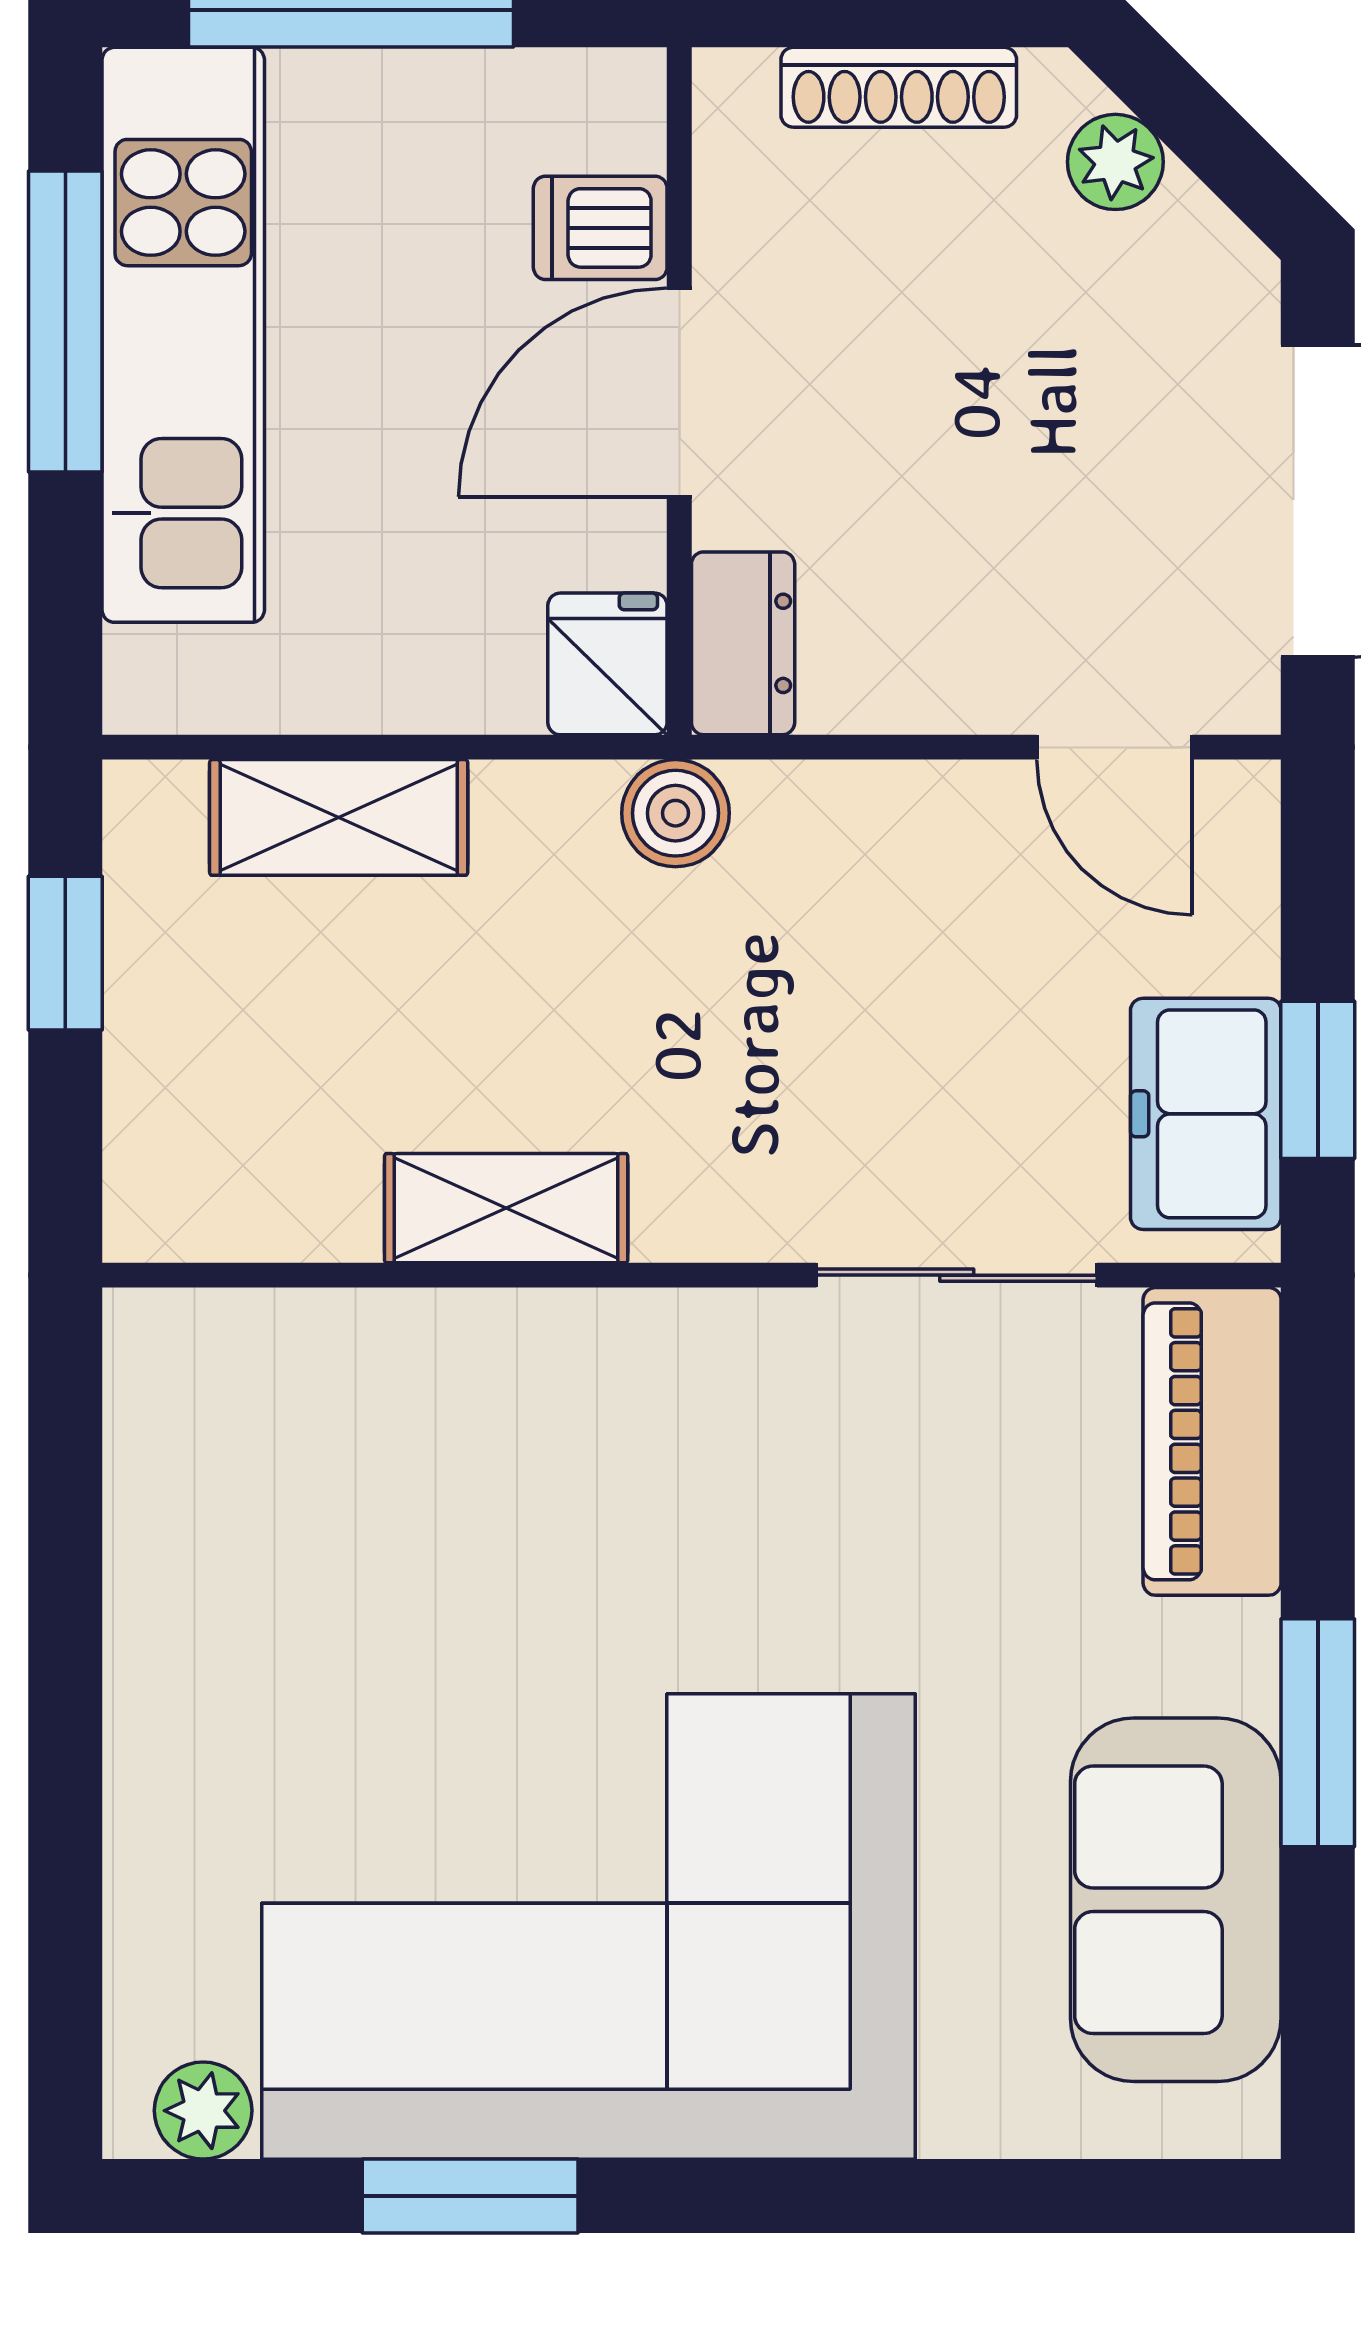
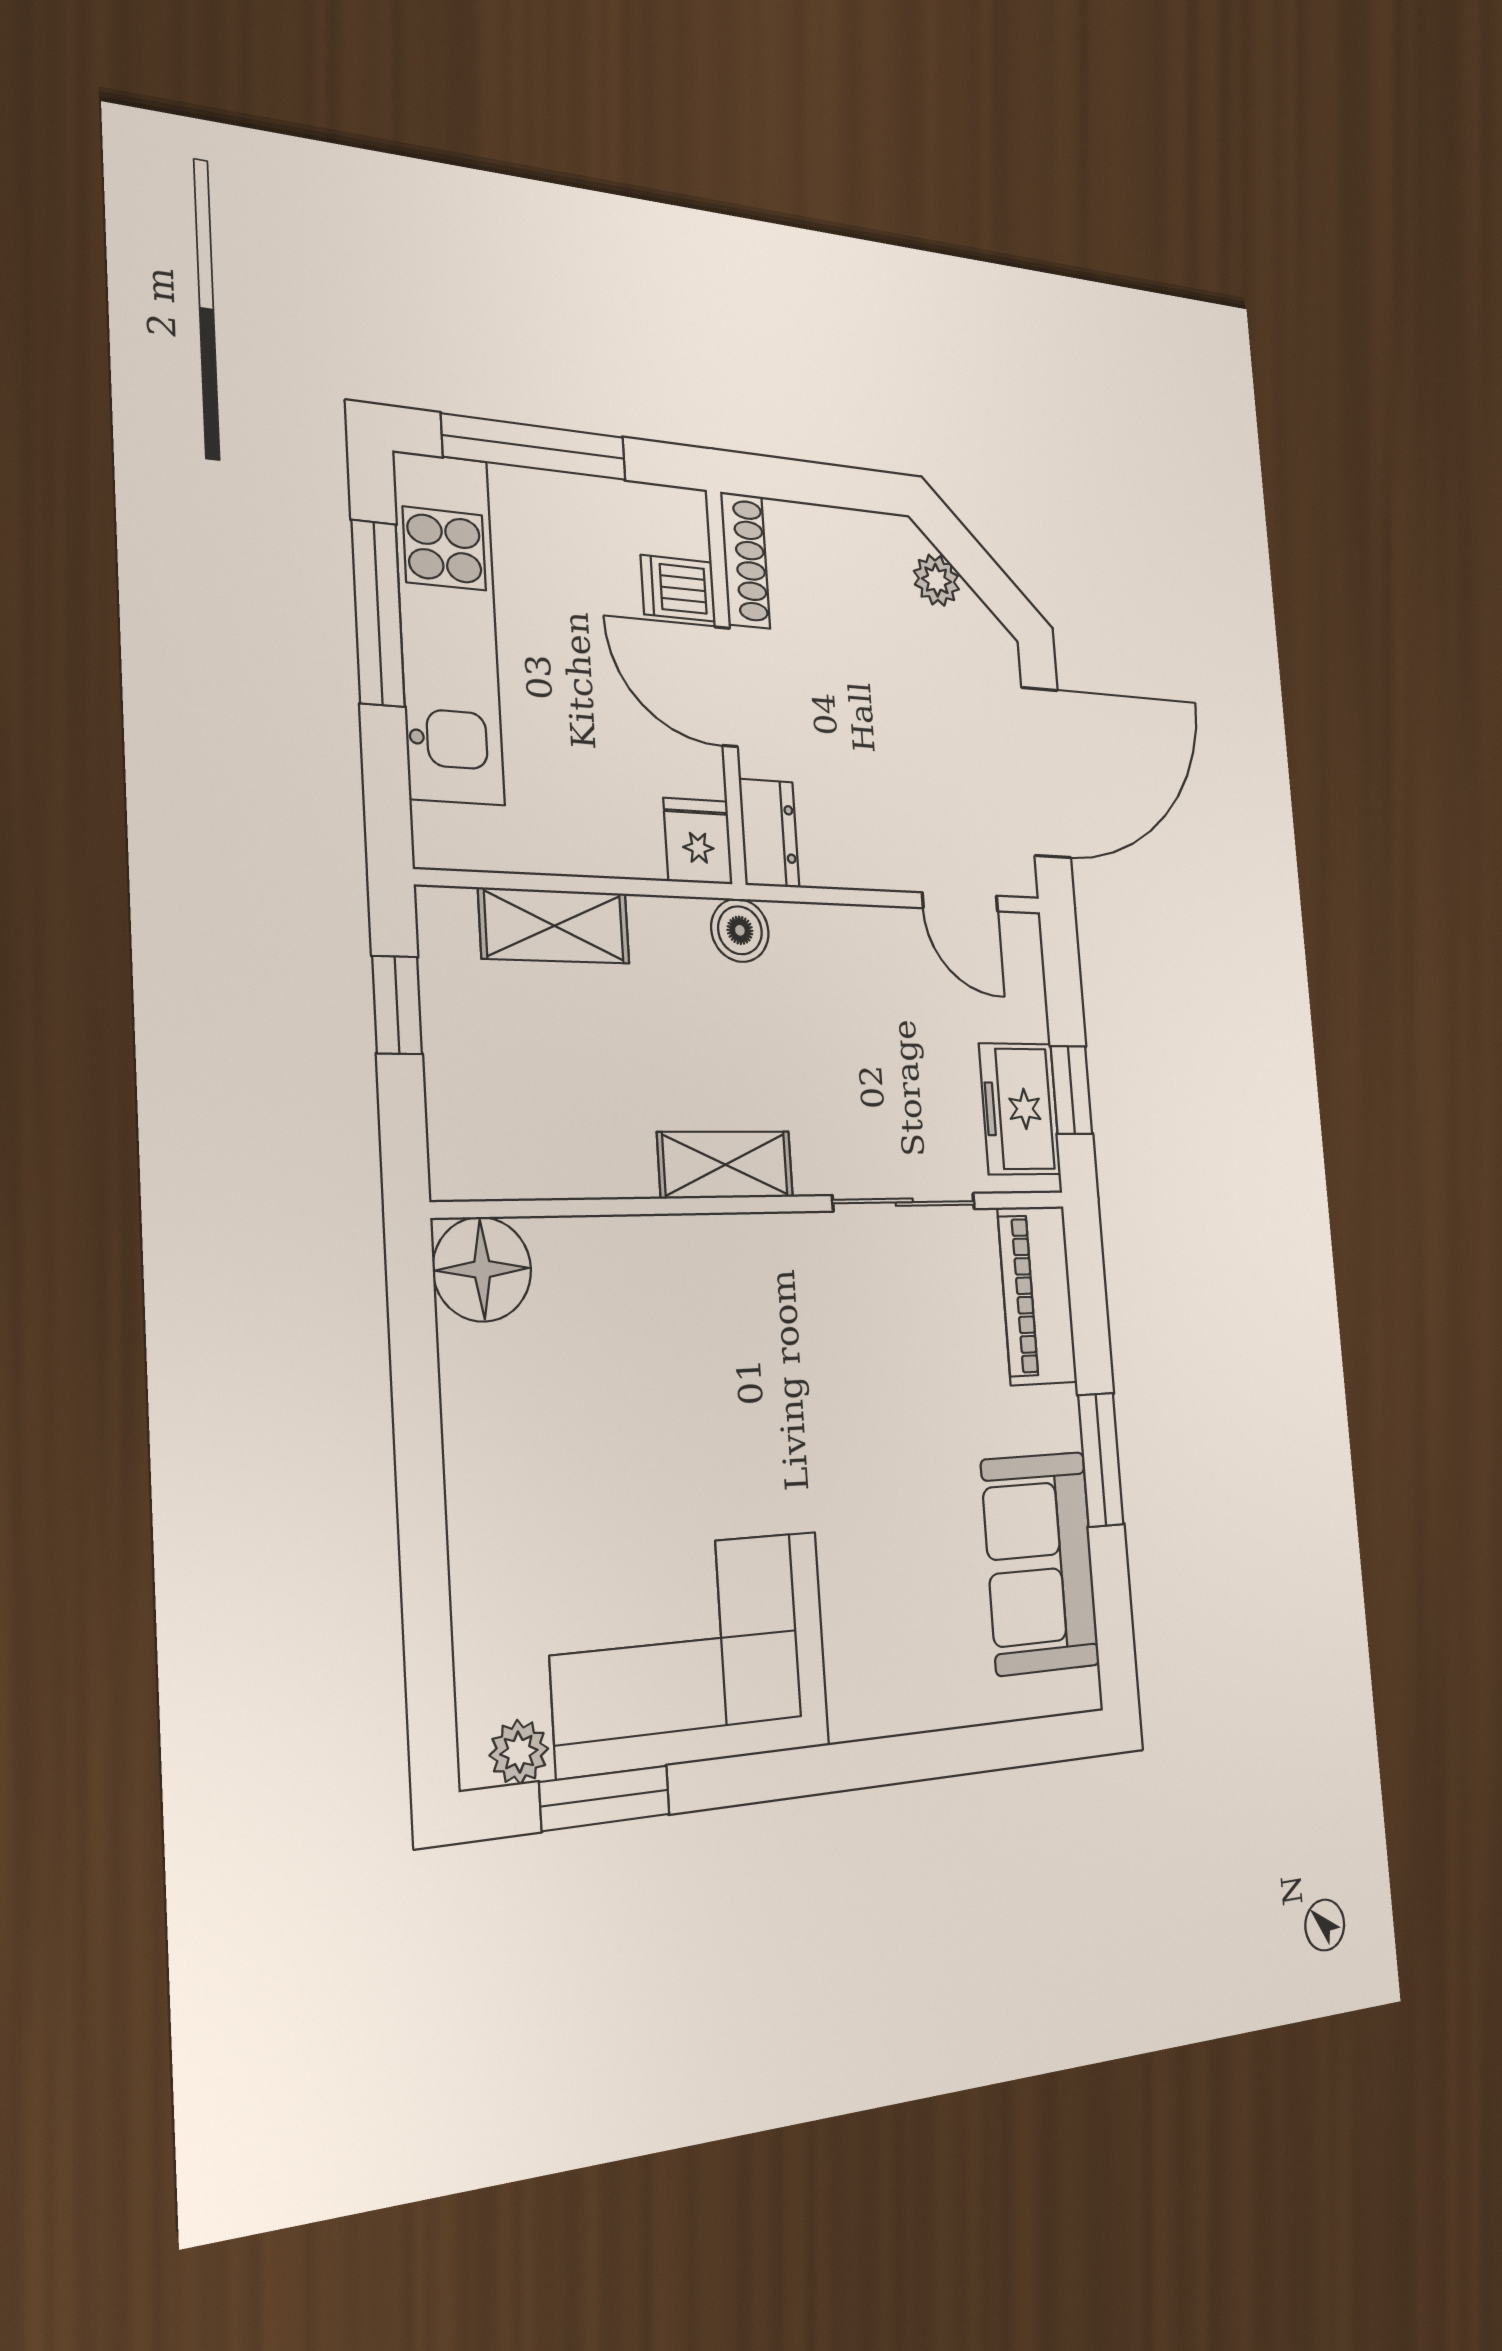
shoe rack: (899, 87) -> (745, 560), moved, turned -90
door: (679, 393) -> (726, 687), hinge flipped
shelving: (506, 1208) -> (725, 1165), moved
floor lamp: (184, 1369) -> (482, 1269), added
corner sofa: (589, 1926) -> (689, 1652), width x0.73, depth x0.74
window: (470, 2196) -> (605, 1798), moved

